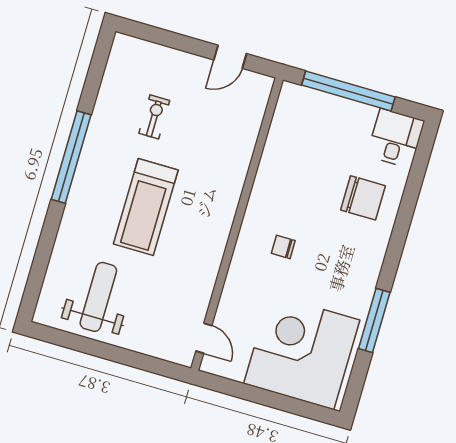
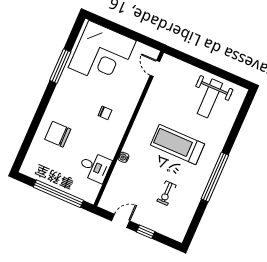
window: (183, 43) -> (146, 232), added
desk: (396, 138) -> (95, 167), moved, turned -90
water cooler: (240, 172) -> (124, 157), added
treadmill: (146, 207) -> (178, 144), turned -90

